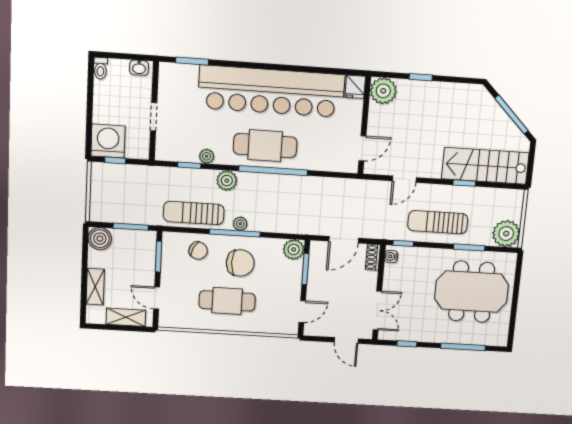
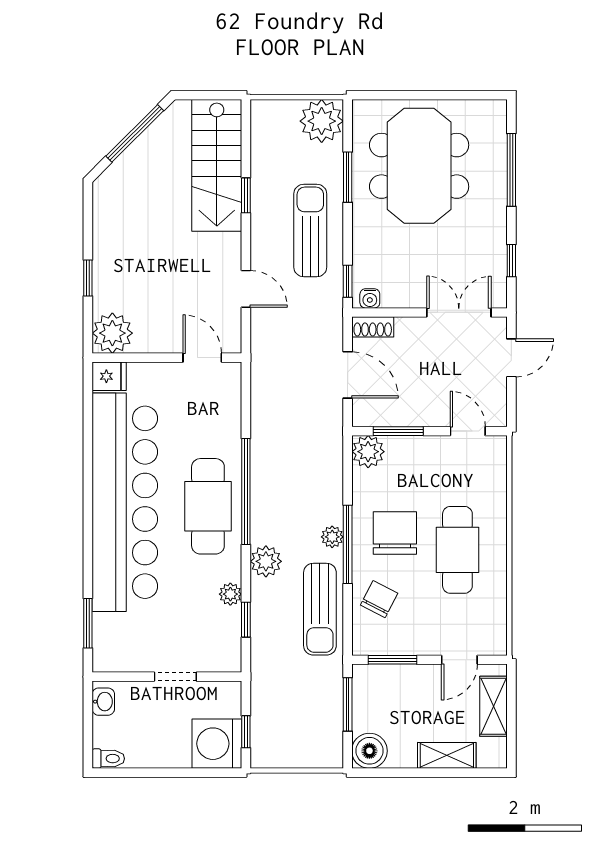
sun lounger: (438, 222) -> (310, 231), turned 180

